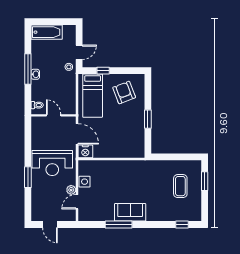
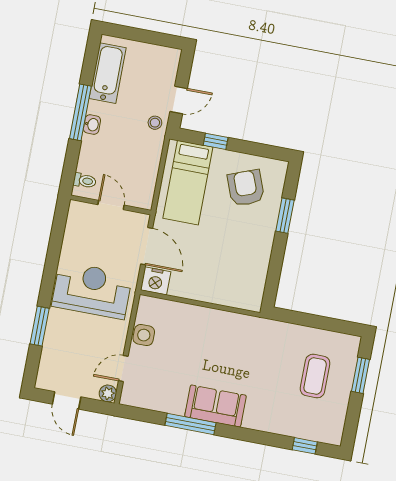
bathtub: (47, 32) -> (108, 73), moved, turned -90
window: (148, 119) -> (285, 216), moved
reception desk: (52, 163) -> (92, 290), turned 180
window: (28, 177) -> (40, 326), moved
plant: (71, 190) -> (108, 393), moved

